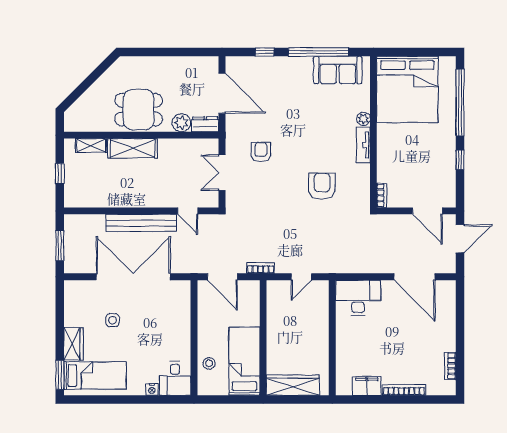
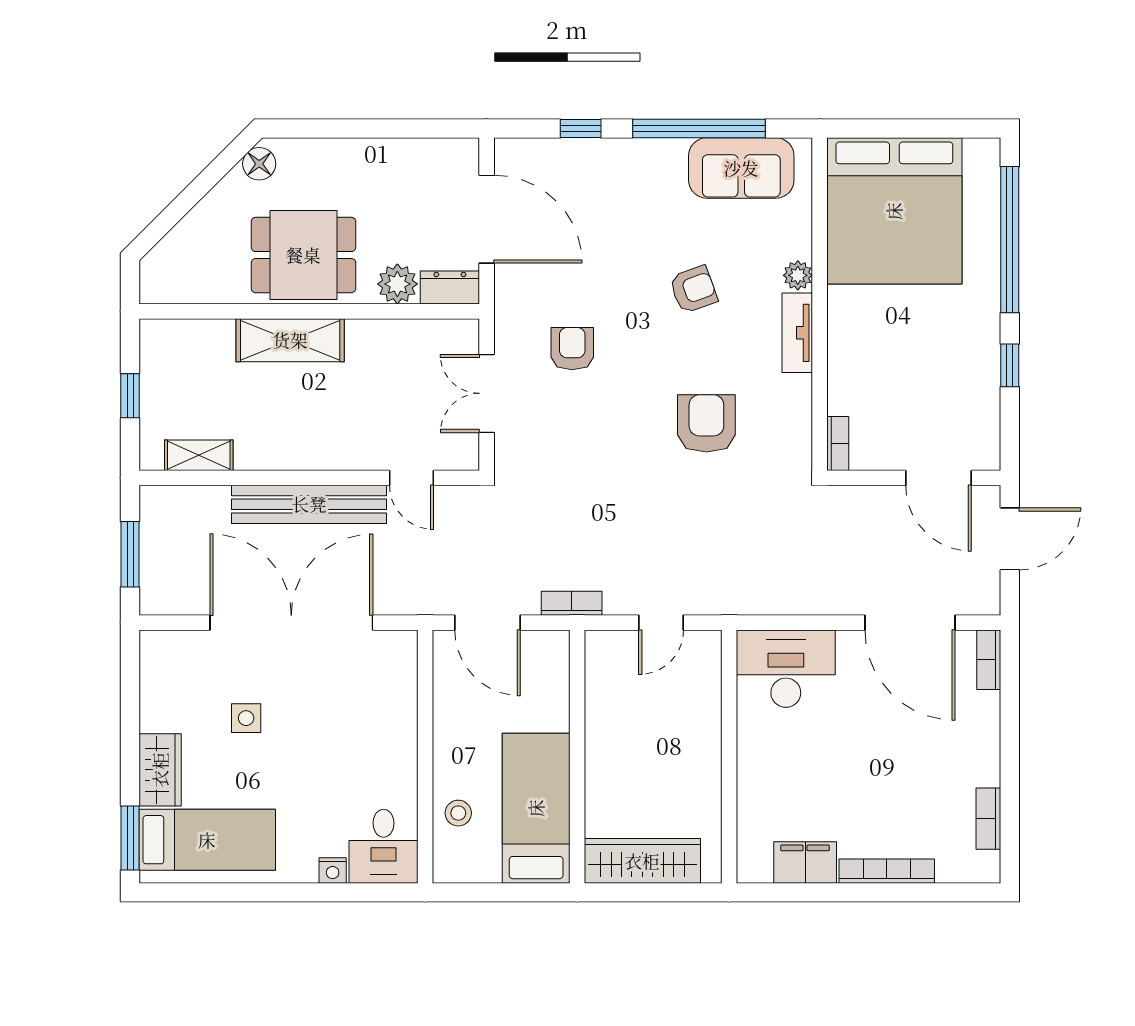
floor lamp: (118, 68) -> (259, 164), added
armchair: (316, 125) -> (693, 289), added
shelving: (91, 145) -> (199, 455), moved
bookcase: (450, 294) -> (989, 660), added

